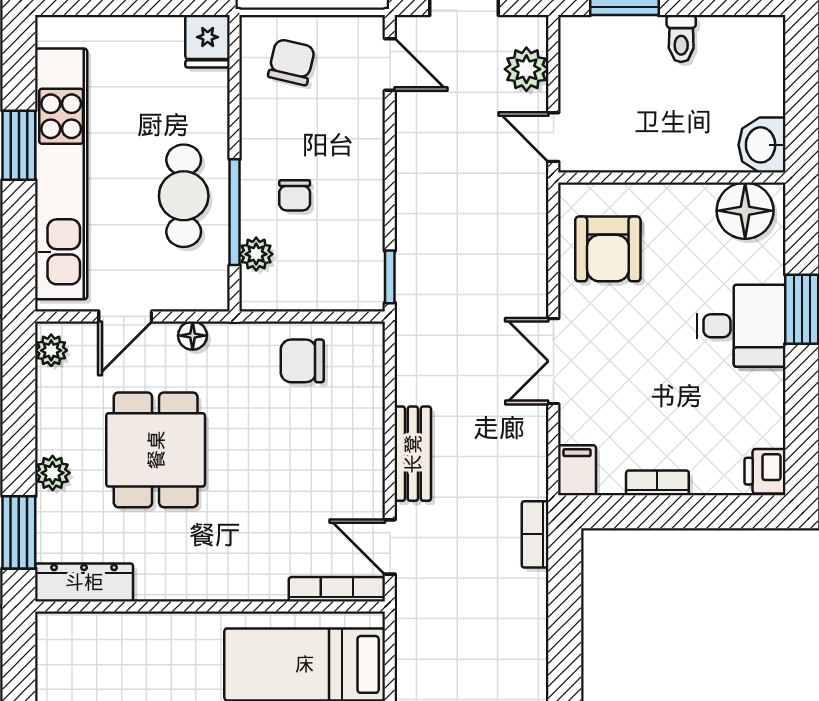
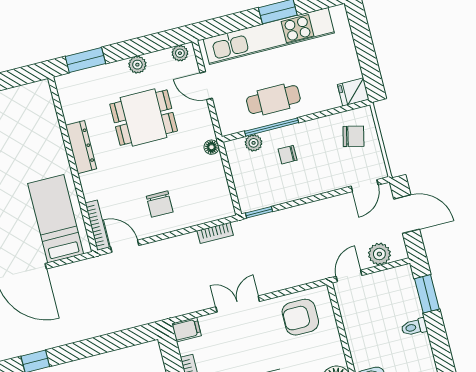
floor lamp: (193, 336) -> (211, 147), moved
chair: (302, 361) -> (160, 204), moved, turned 180
bench: (413, 454) -> (174, 246), removed
plant: (53, 473) -> (137, 65), moved
bookcase: (535, 534) -> (215, 233), moved, turned 180
door: (390, 547) -> (125, 246), hinge flipped
dresser: (84, 582) -> (81, 147), moved

